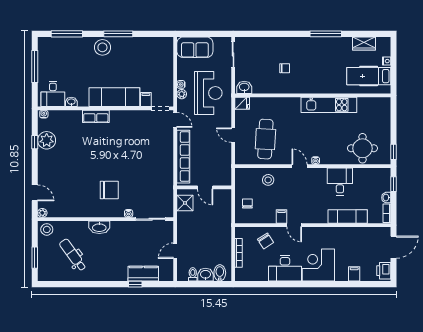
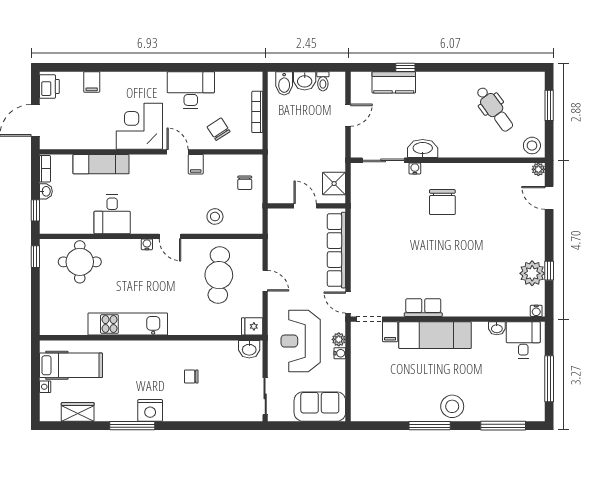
nightstand: (313, 45) -> (150, 410), added
row of seats: (96, 116) -> (423, 308), moved
chair: (109, 190) -> (442, 202), turned -90
washbasin: (99, 227) -> (423, 149), moved
corner desk: (318, 265) -> (139, 126), moved, turned 180

